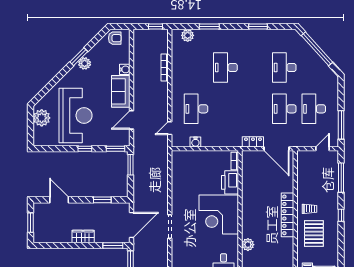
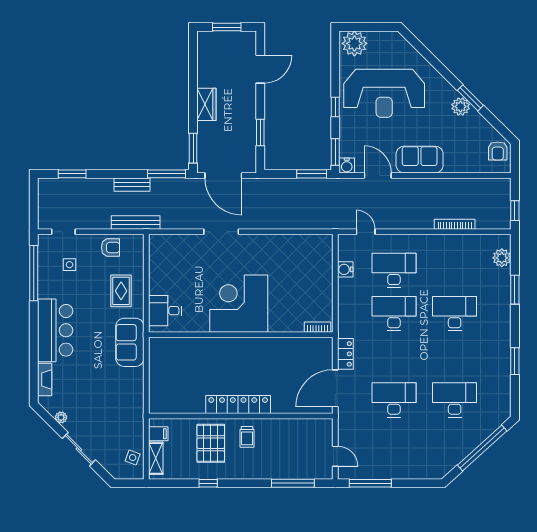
water cooler: (125, 69) -> (347, 166), moved
desk: (314, 109) -> (394, 313), moved
plant: (42, 118) -> (354, 43), moved
printer: (230, 182) -> (286, 320), removed
window: (341, 215) -> (208, 483), moved
pallet: (314, 234) -> (211, 443), turned 90
plant: (248, 245) -> (195, 346), removed

